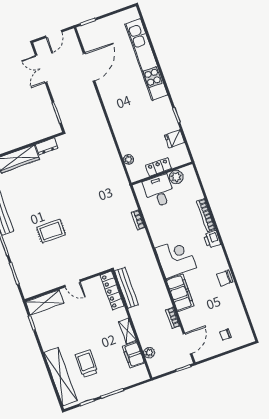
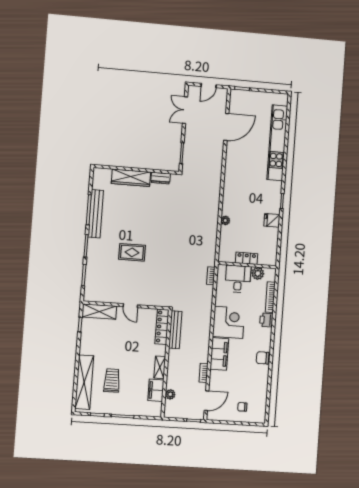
locker: (159, 167) -> (247, 258), moved
wall: (162, 173) -> (247, 265), moved
plant: (176, 177) -> (258, 273), moved
desk: (159, 191) -> (238, 279), moved

